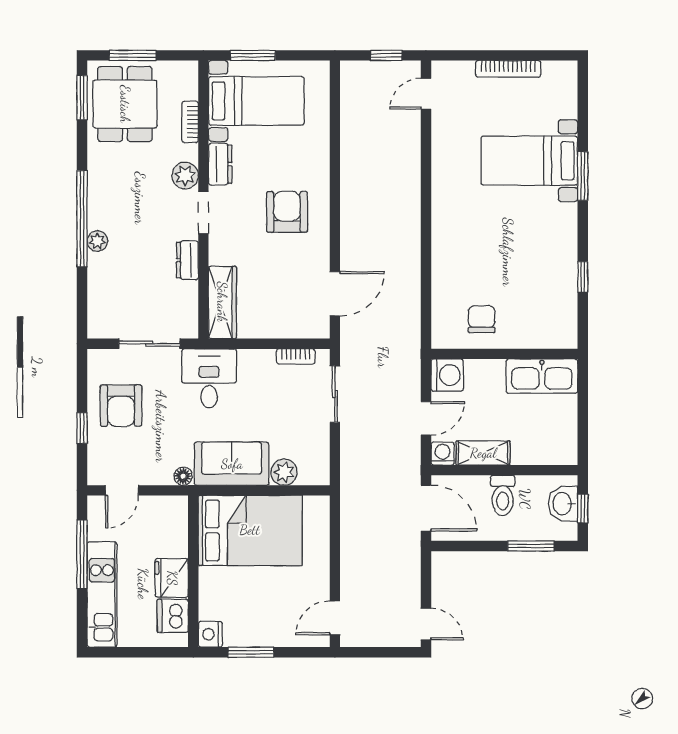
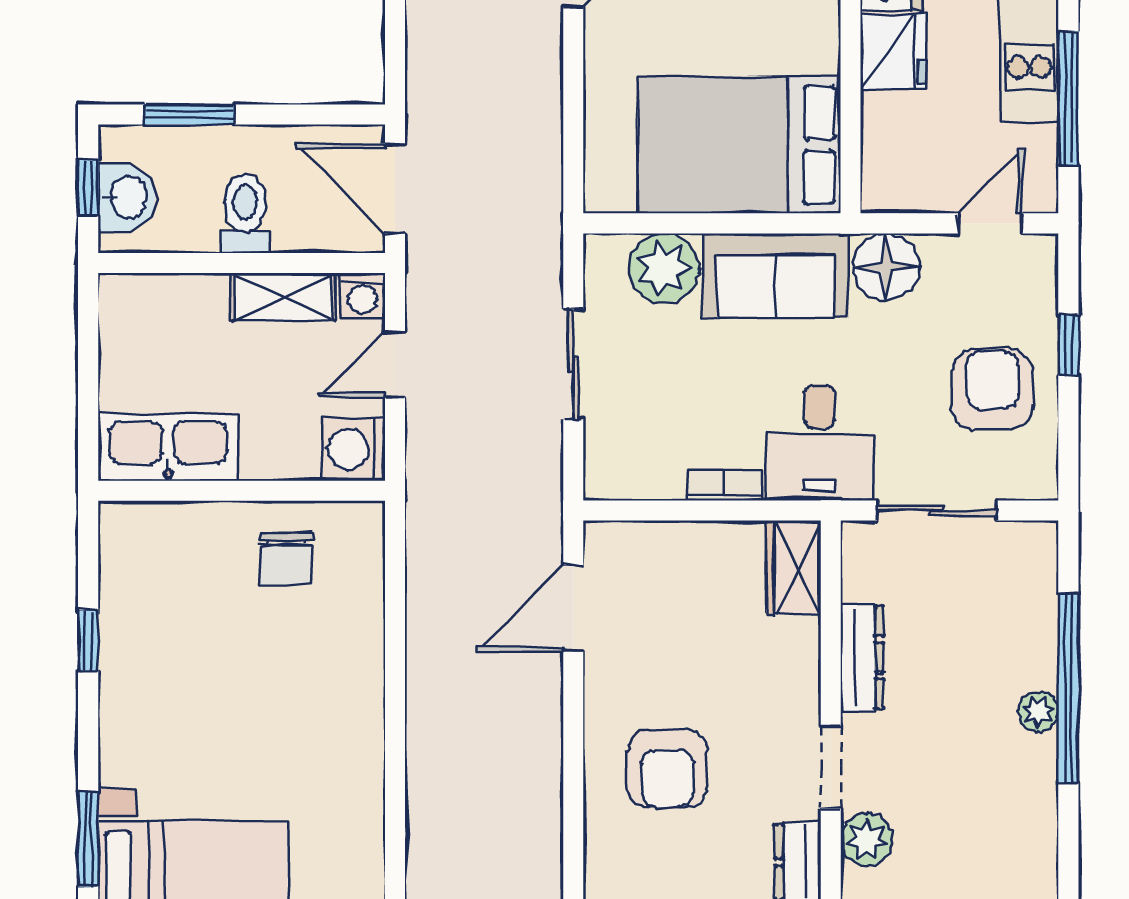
window: (82, 219) -> (1068, 688), moved
dresser: (187, 260) -> (862, 657), width x1.44
wardrobe: (222, 302) -> (793, 568), width x0.67
bookcase: (296, 356) -> (724, 486), moved
sliding door: (335, 394) -> (573, 364), moved
plant: (284, 472) -> (664, 268), width x1.36, depth x1.36
floor lamp: (183, 476) -> (886, 267), width x1.89, depth x1.89

